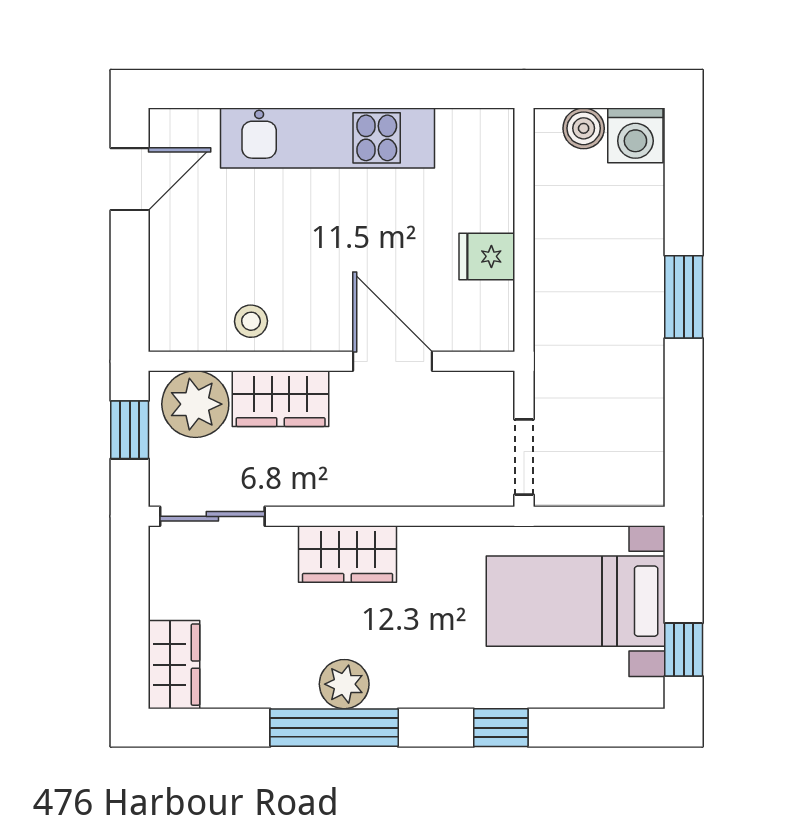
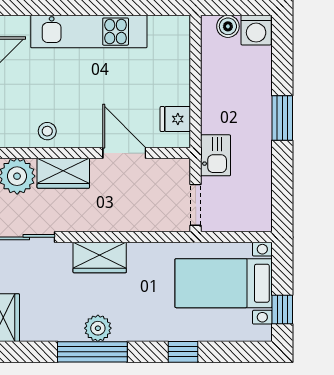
fridge: (487, 256) -> (175, 119), moved
kitchen sink: (561, 366) -> (216, 155), added

